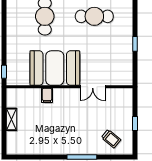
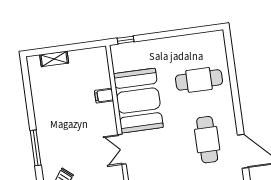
shelving: (11, 119) -> (54, 59), moved

